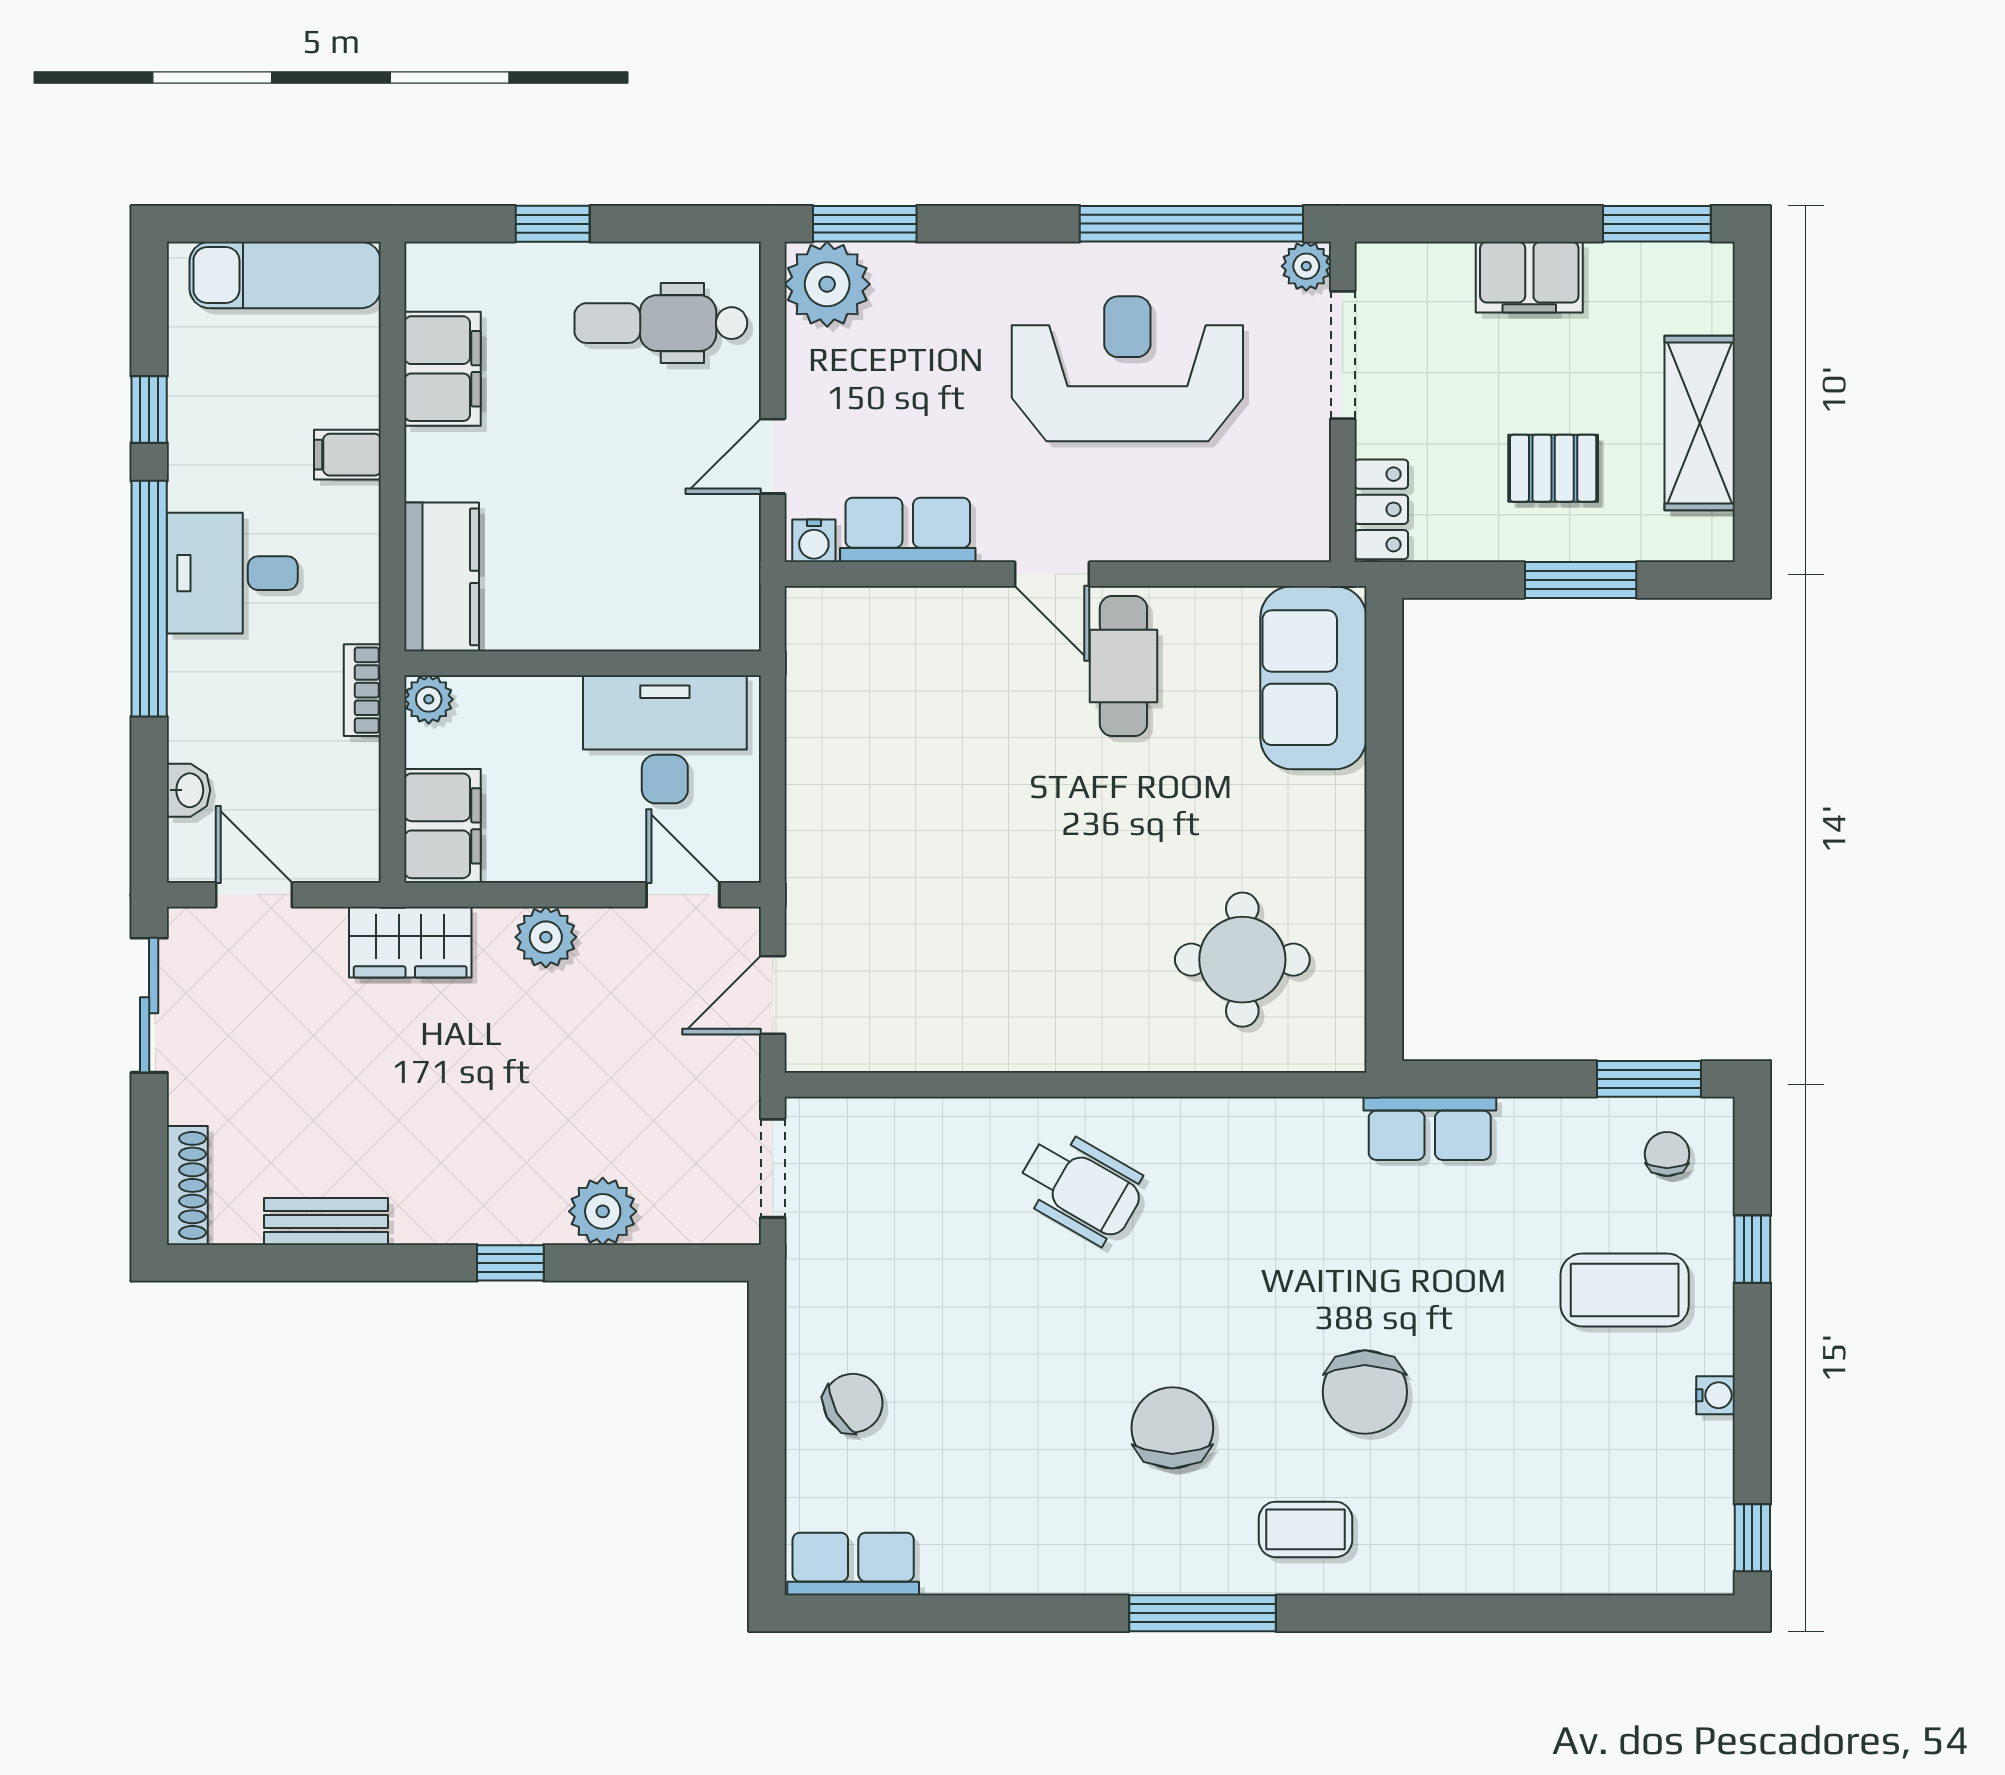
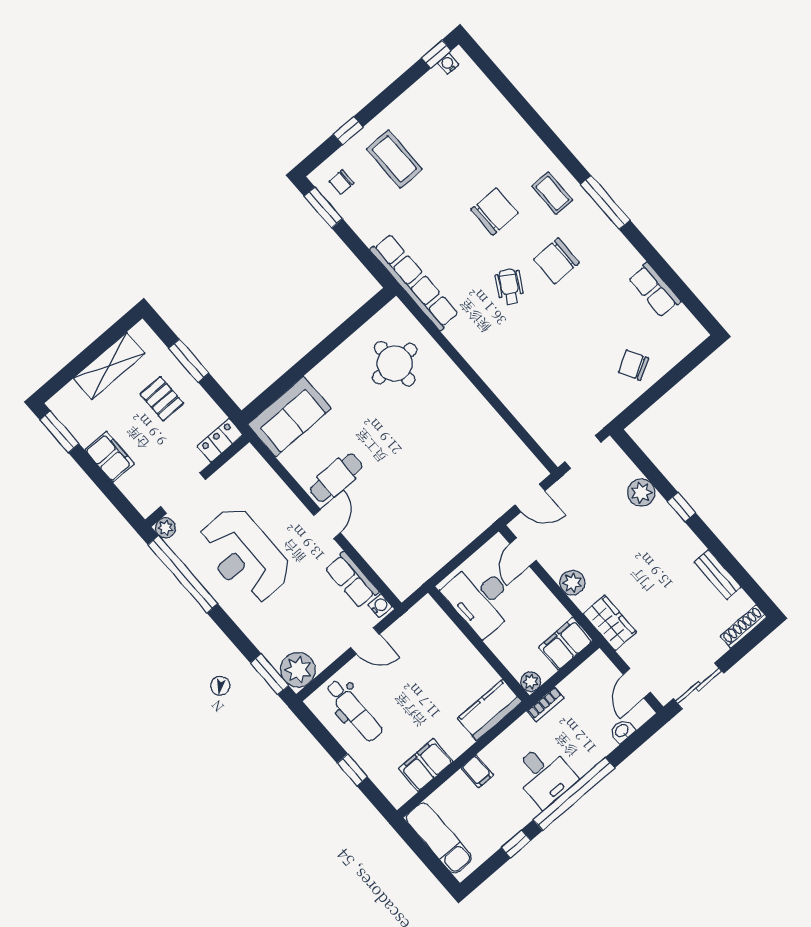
row of seats: (1430, 1128) -> (414, 282), width x2.02
wheelchair: (1081, 1187) -> (510, 287), moved, width x0.73, depth x0.73
water cooler: (1715, 1395) -> (448, 64), moved
row of seats: (853, 1564) -> (655, 290), moved

